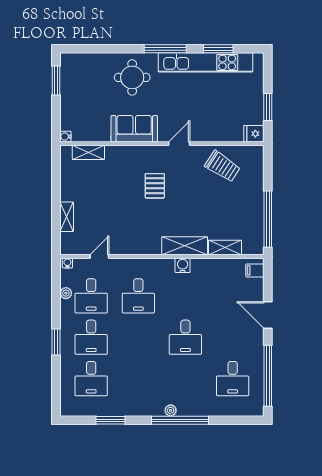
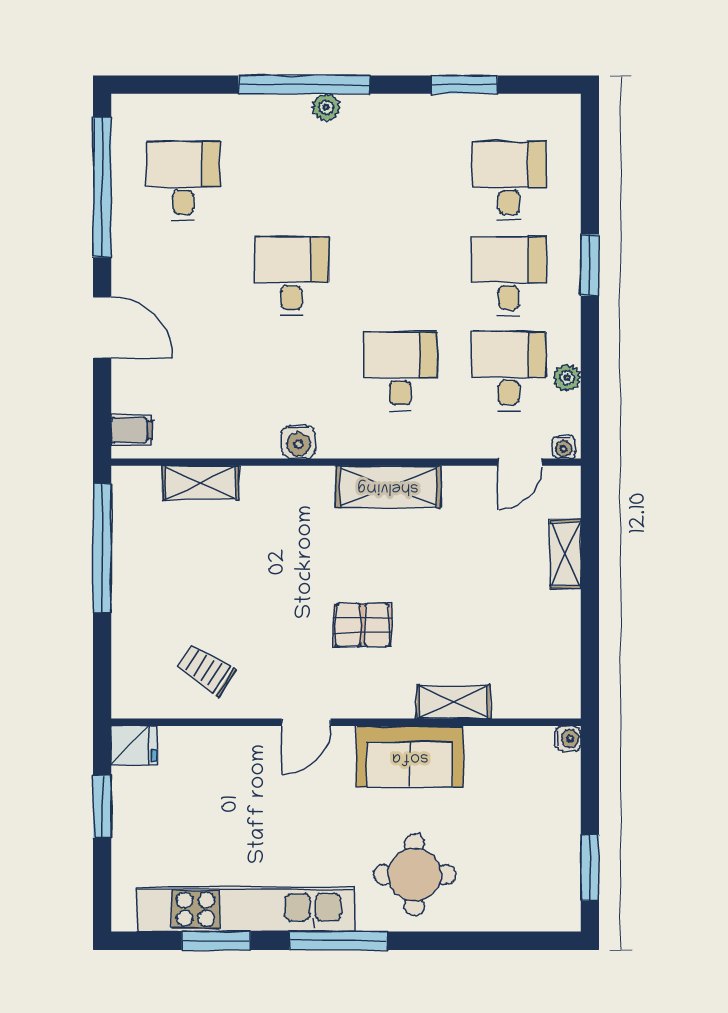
shelving: (88, 152) -> (453, 702), moved
trolley: (222, 166) -> (206, 670), width x0.73, depth x0.72
pallet: (155, 186) -> (363, 625), turned 90
shelving: (185, 246) -> (388, 487), moved
door: (99, 256) -> (520, 462), moved

